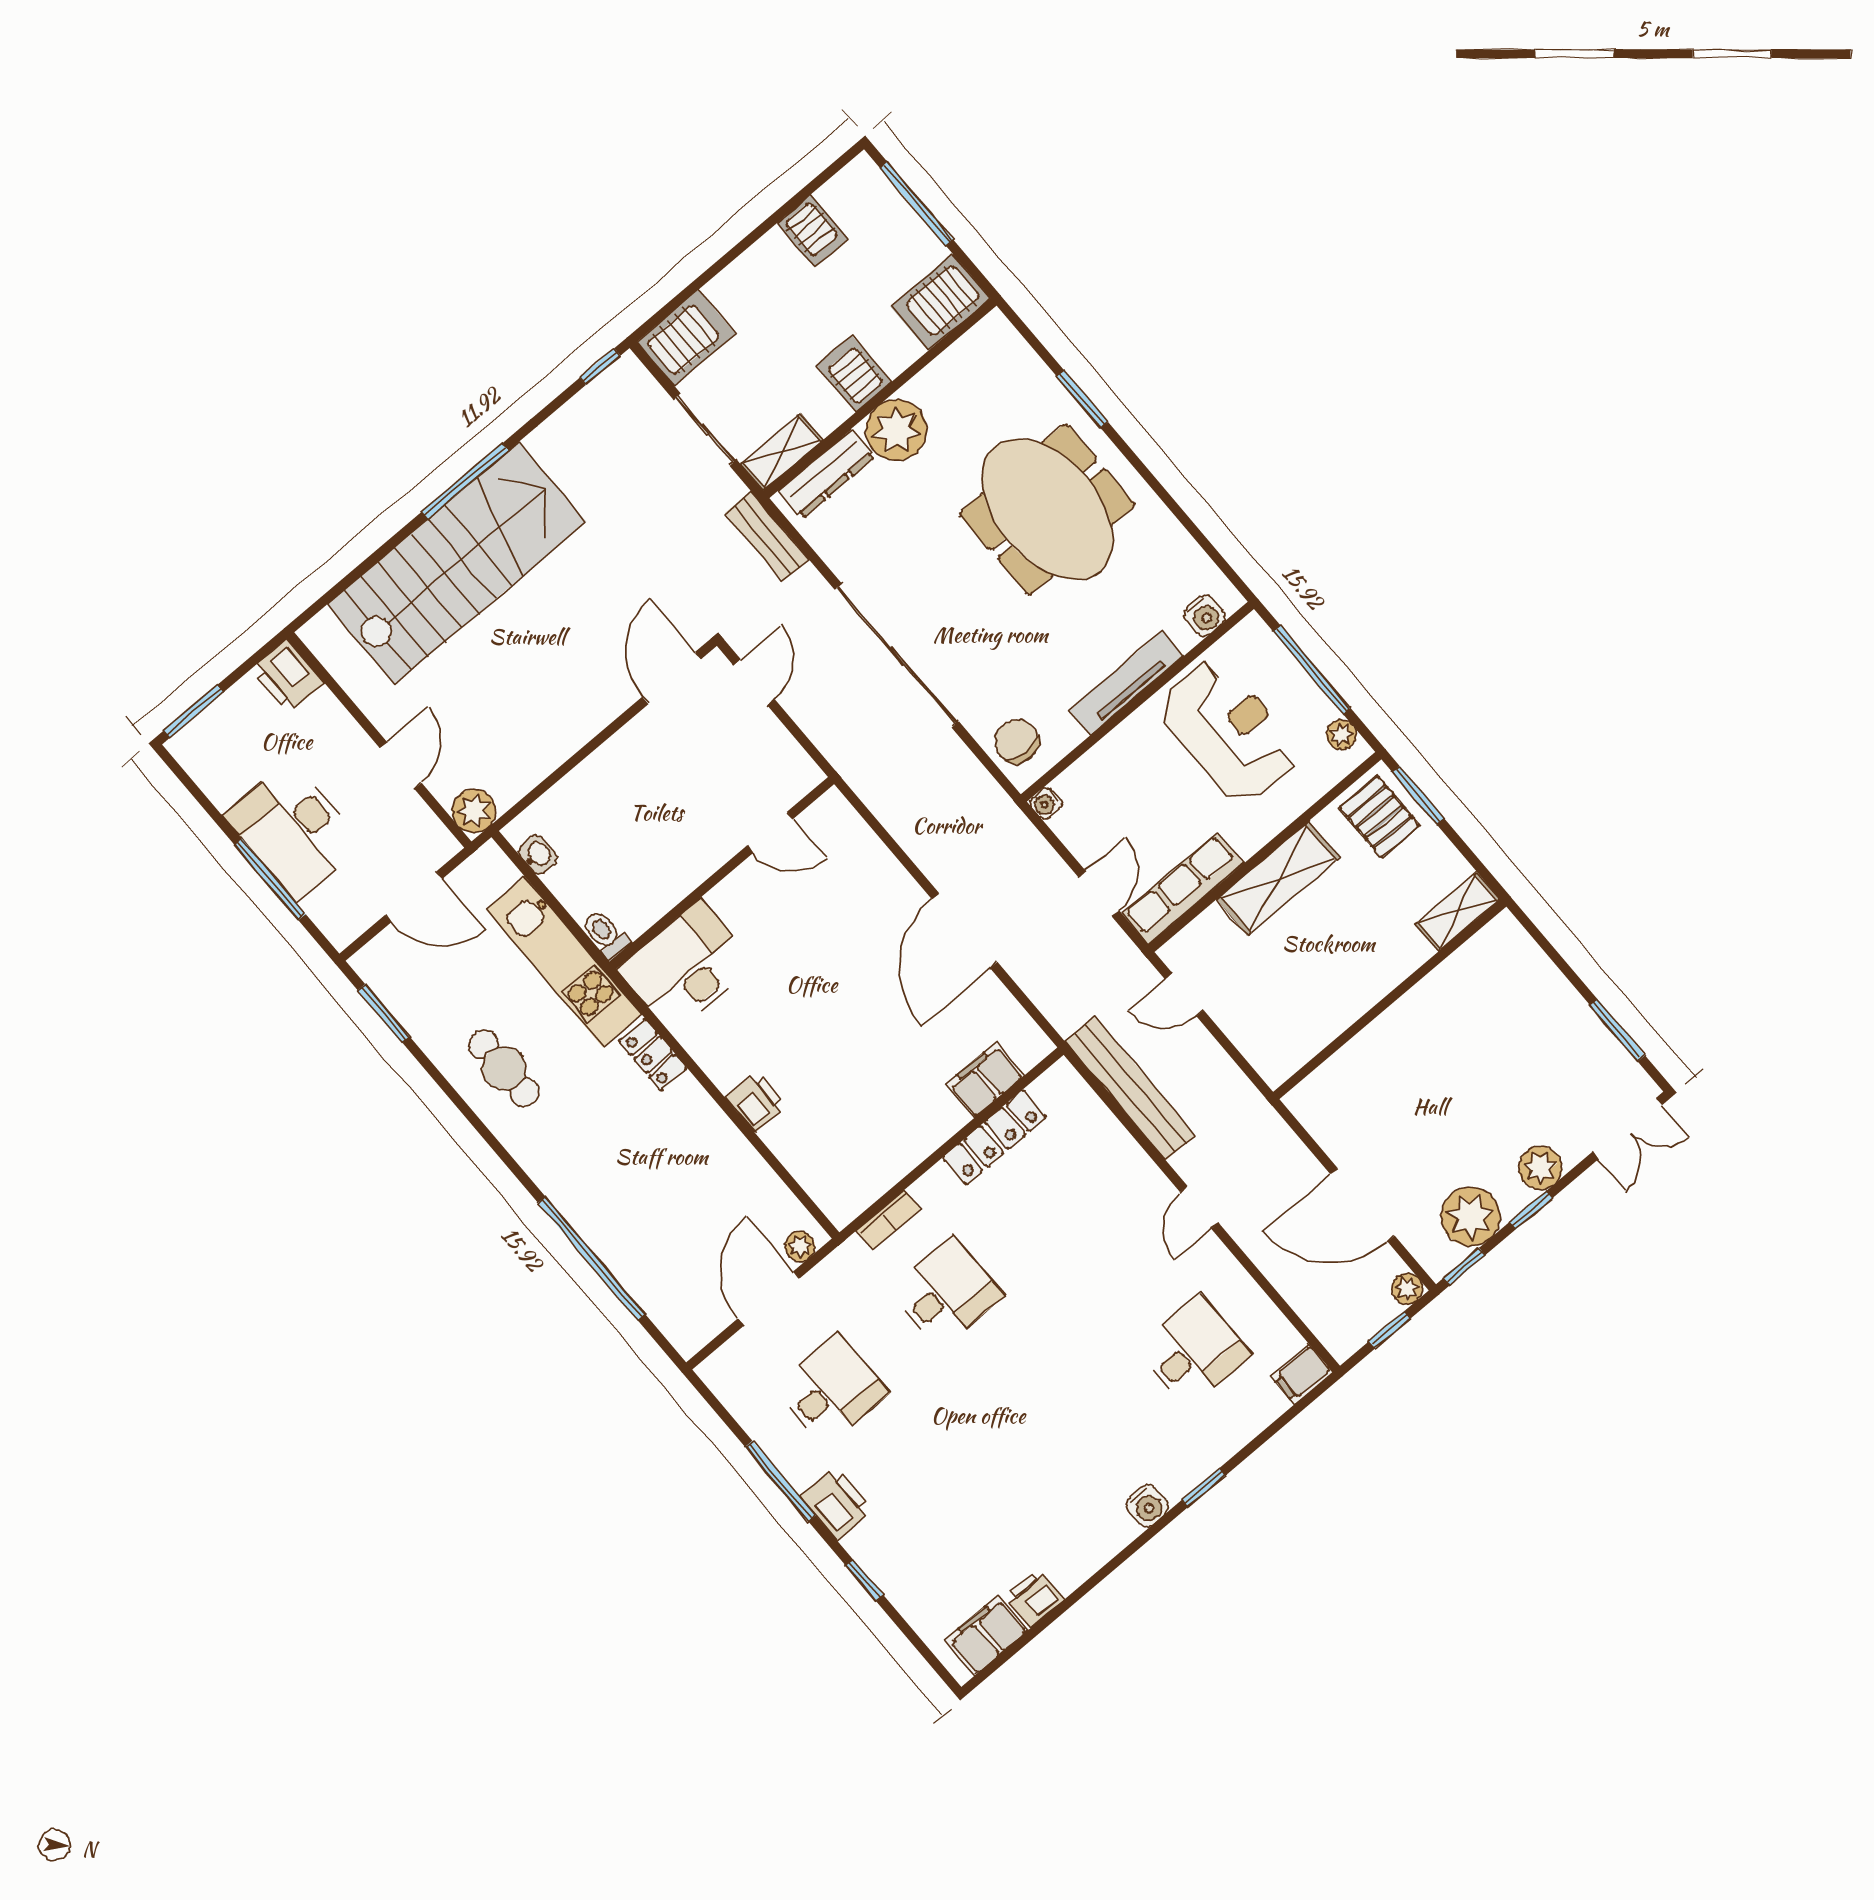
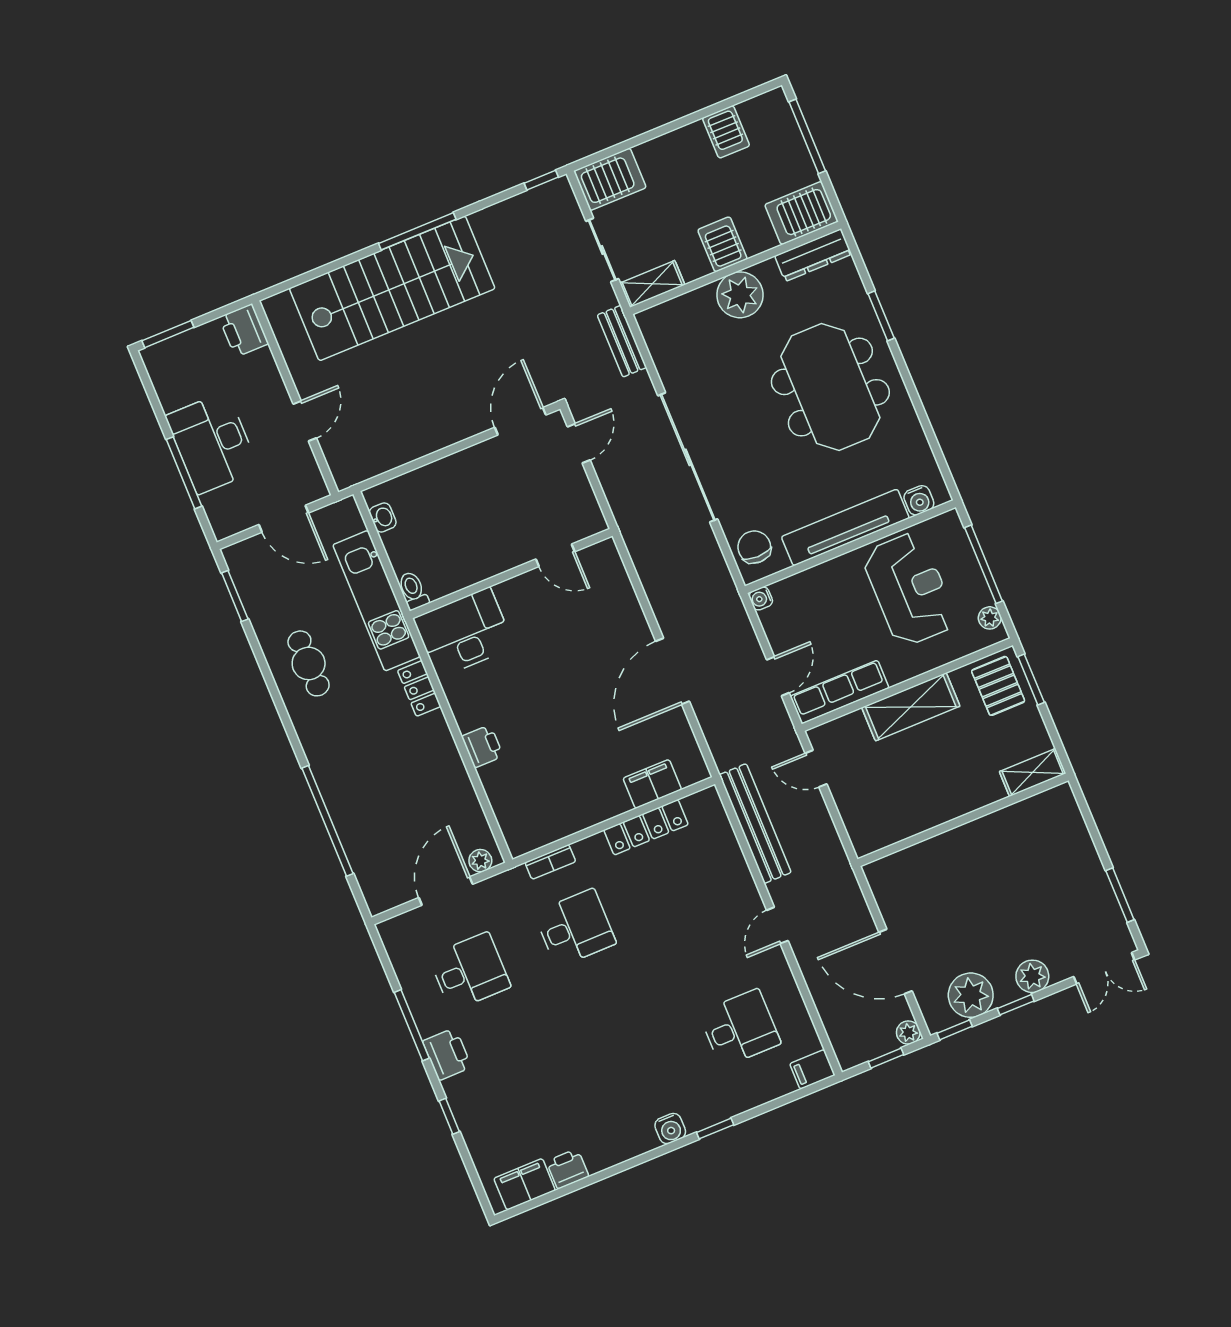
dresser: (827, 474) -> (813, 255), moved
tv unit: (1126, 683) -> (845, 527), width x1.36, depth x1.29
plant: (474, 811) -> (347, 471), removed

